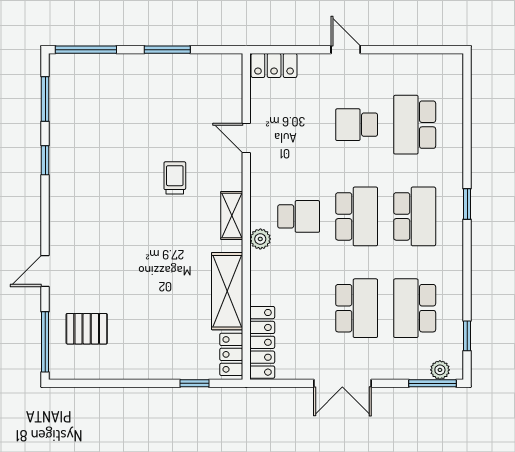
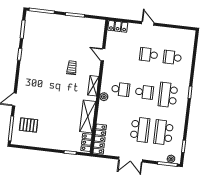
school desk: (415, 125) -> (172, 57), width x0.54
school desk: (357, 216) -> (144, 92), width x0.54
school desk: (415, 216) -> (168, 95), turned 180

